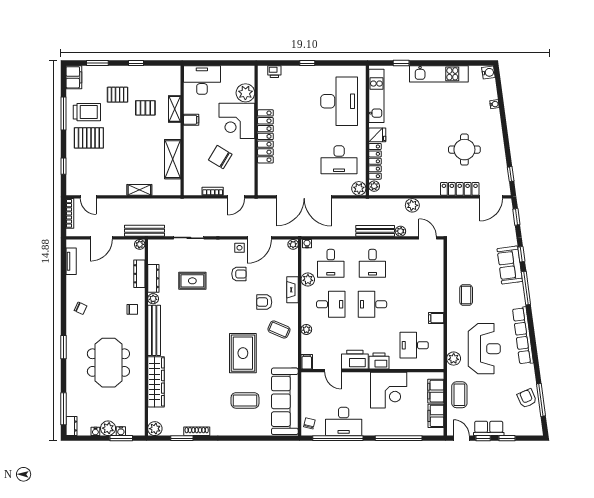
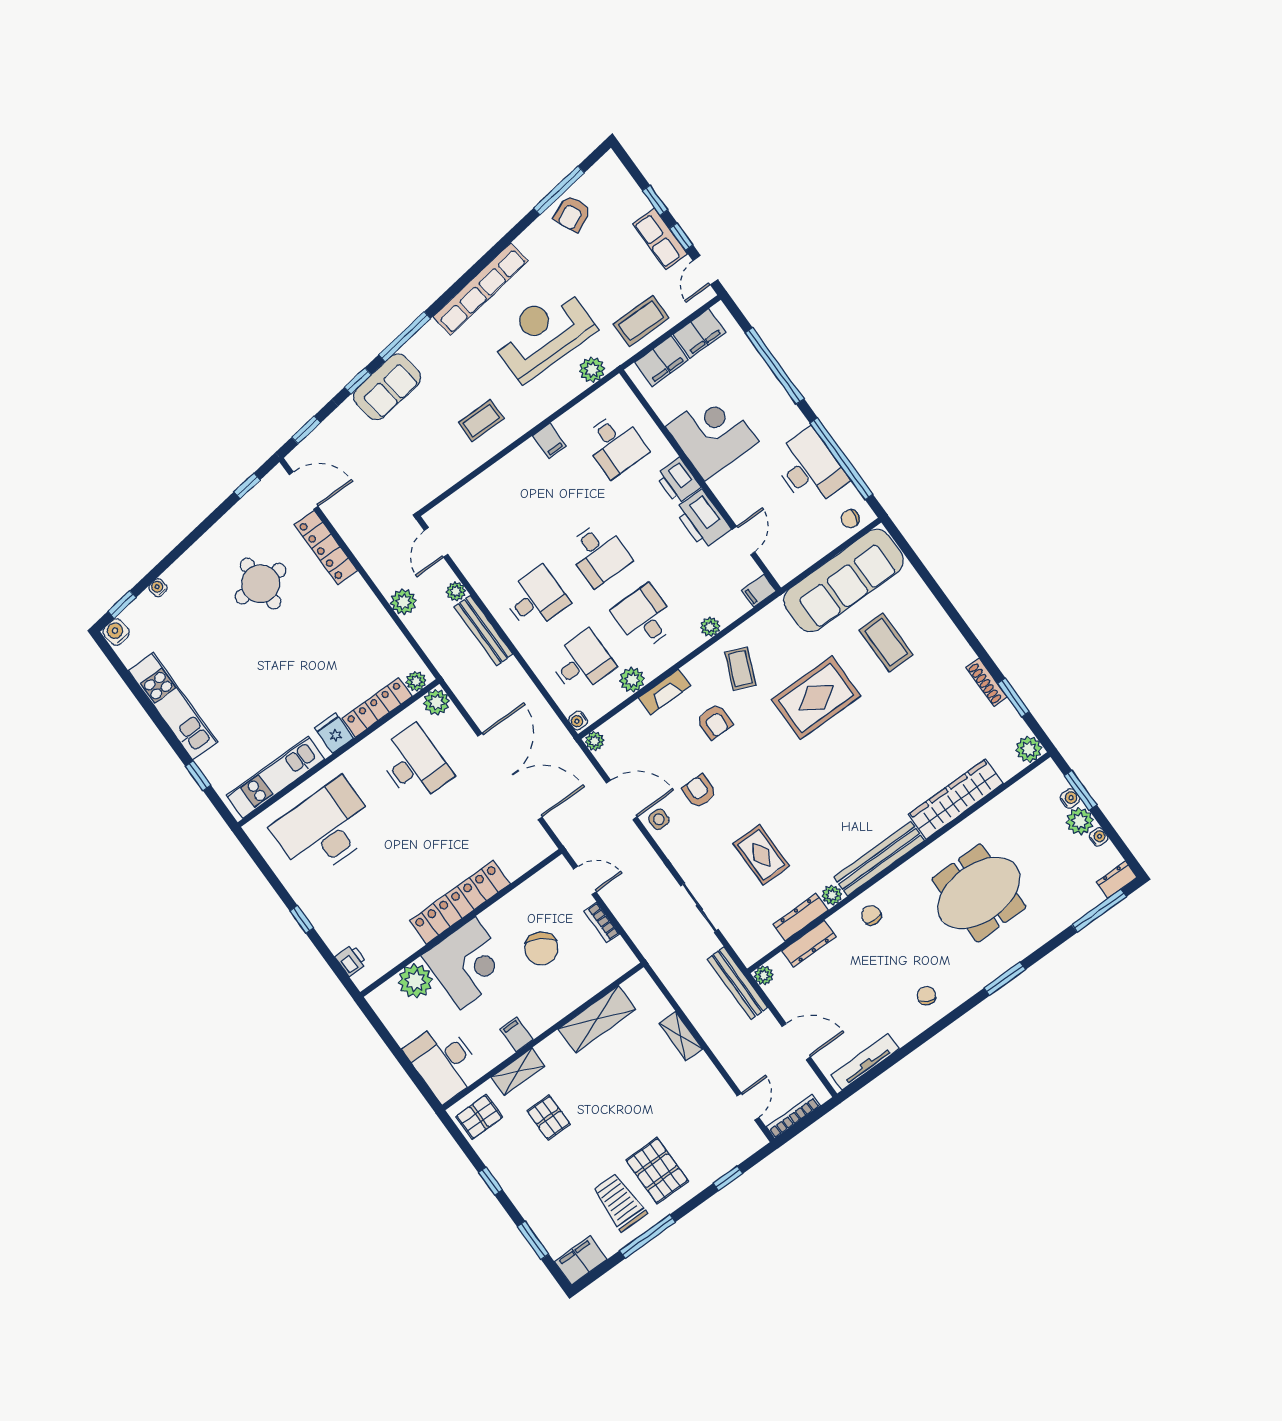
window: (498, 83) -> (122, 605), added
pallet: (118, 95) -> (479, 1117), moved, turned 90
tv unit: (71, 261) -> (865, 1062), width x1.41

